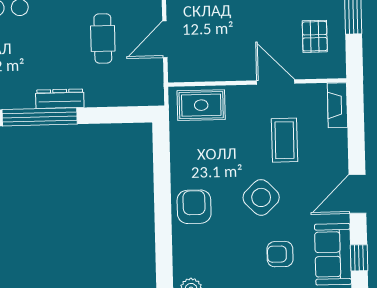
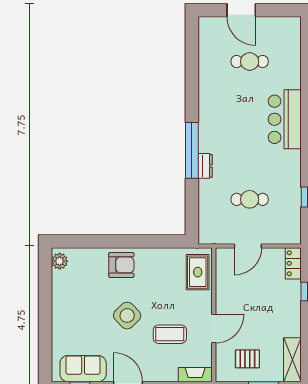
door: (165, 39) -> (248, 246), swing flipped
dresser: (60, 99) -> (205, 166), width x0.70
armchair: (280, 254) -> (84, 329), removed

